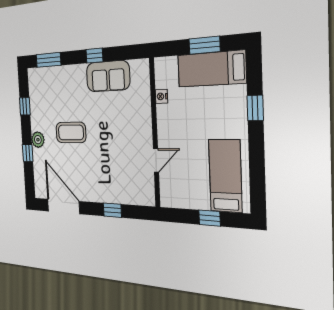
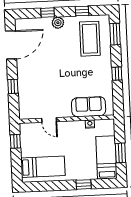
sofa: (108, 76) -> (89, 107), moved, turned 90
coffee table: (71, 132) -> (90, 39), moved, width x1.36, depth x1.32
window: (210, 218) -> (15, 141), moved

